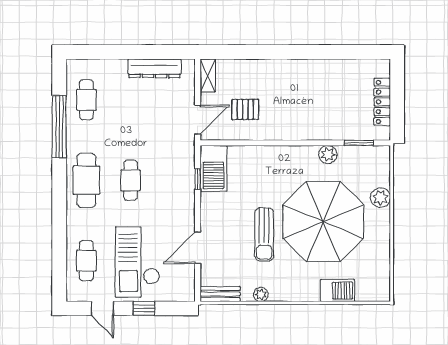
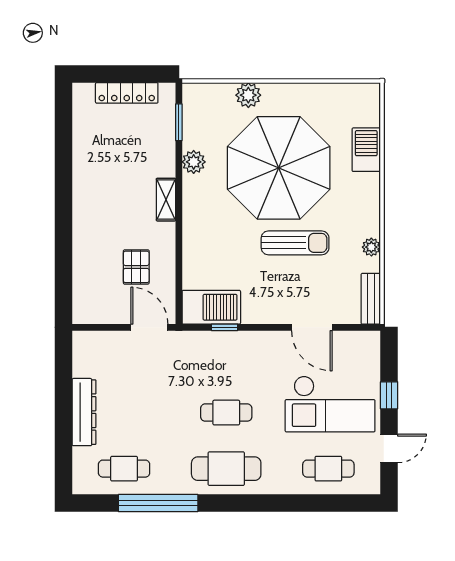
dresser: (155, 68) -> (84, 412), moved
shelving: (208, 76) -> (166, 200), moved, turned 90

